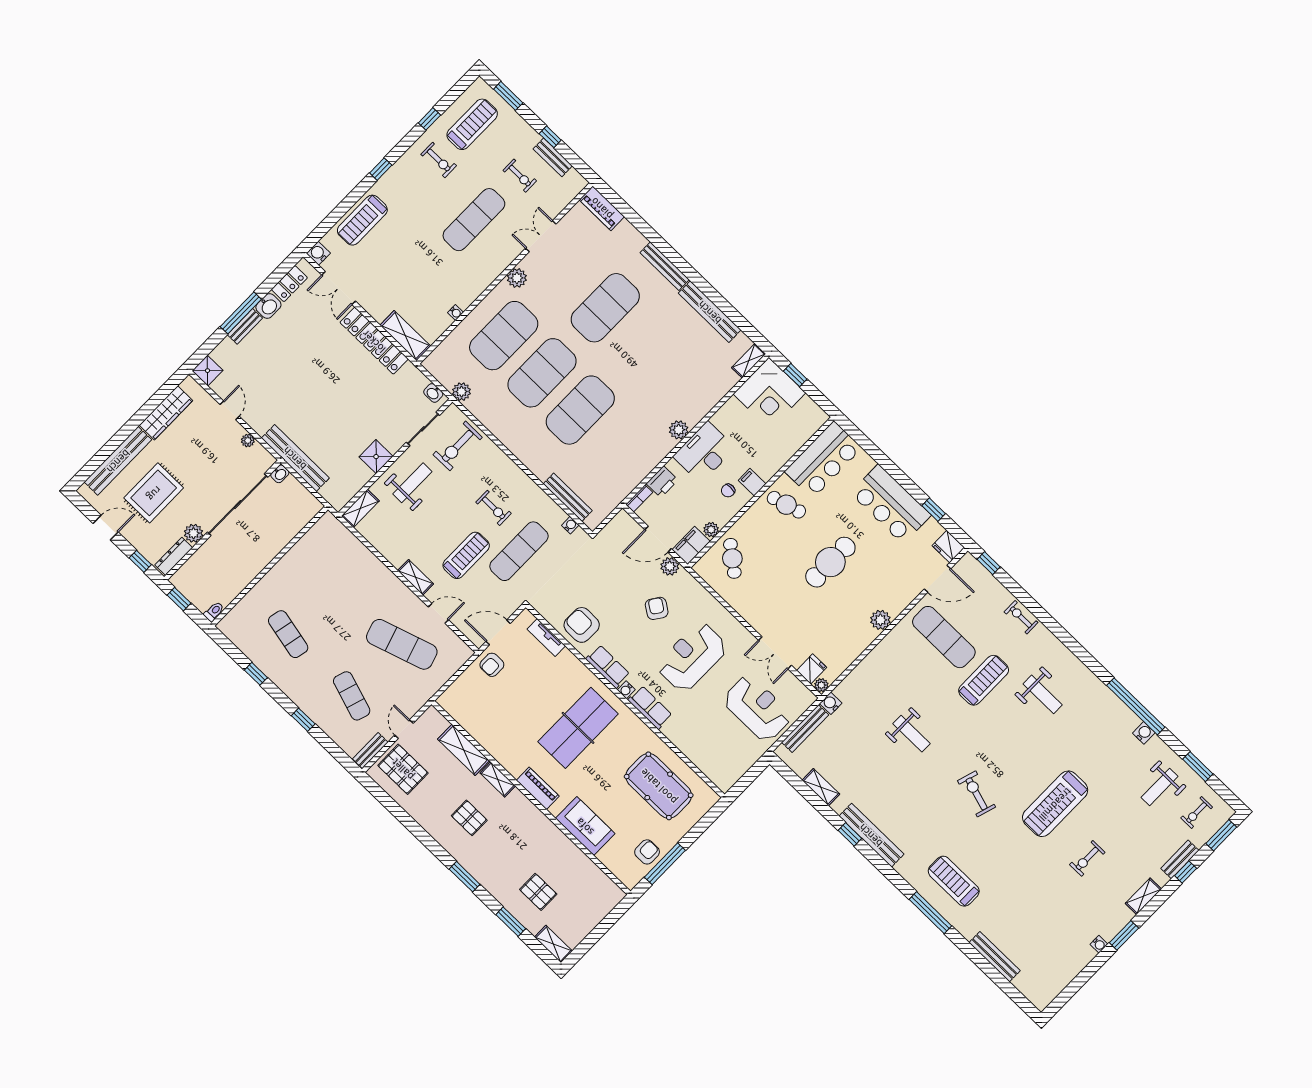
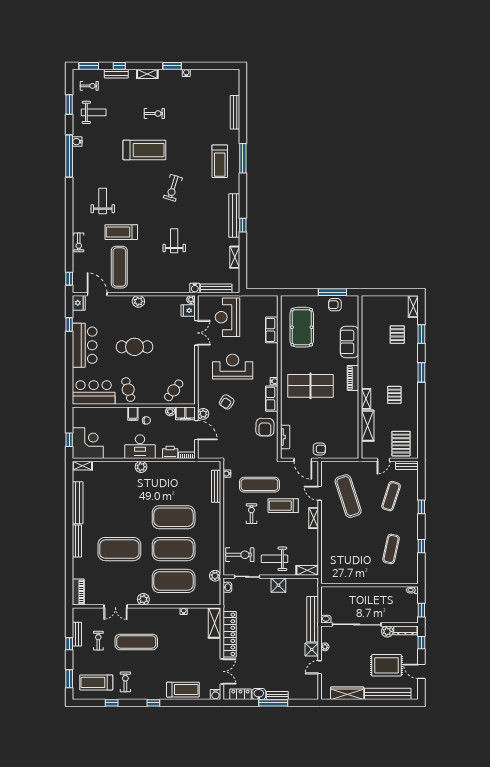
shower: (208, 371) -> (312, 649), moved
reception desk: (692, 657) -> (233, 367), turned 180
row of seats: (650, 708) -> (272, 330), moved

